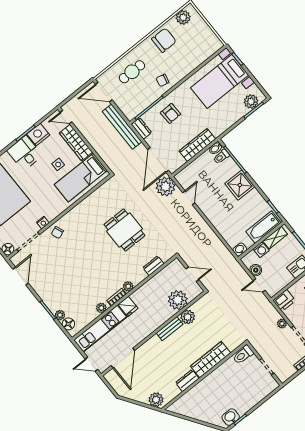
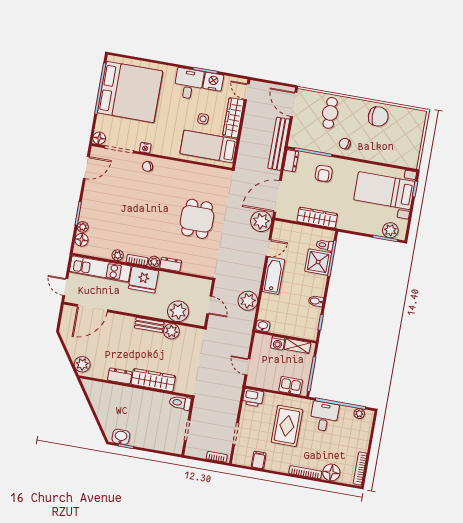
plant: (183, 17) -> (410, 116), removed
cafe table: (132, 72) -> (330, 113), turned 90
bidet: (216, 148) -> (316, 301), moved
shower: (240, 185) -> (318, 262), moved
bathtub: (263, 227) -> (273, 276), moved, turned 90
dresser: (153, 266) -> (171, 264), moved
boiler: (256, 270) -> (257, 353), removed
fridge: (128, 306) -> (143, 280), width x1.88, depth x1.34
plant: (282, 324) -> (248, 301), moved, width x1.87, depth x1.87

